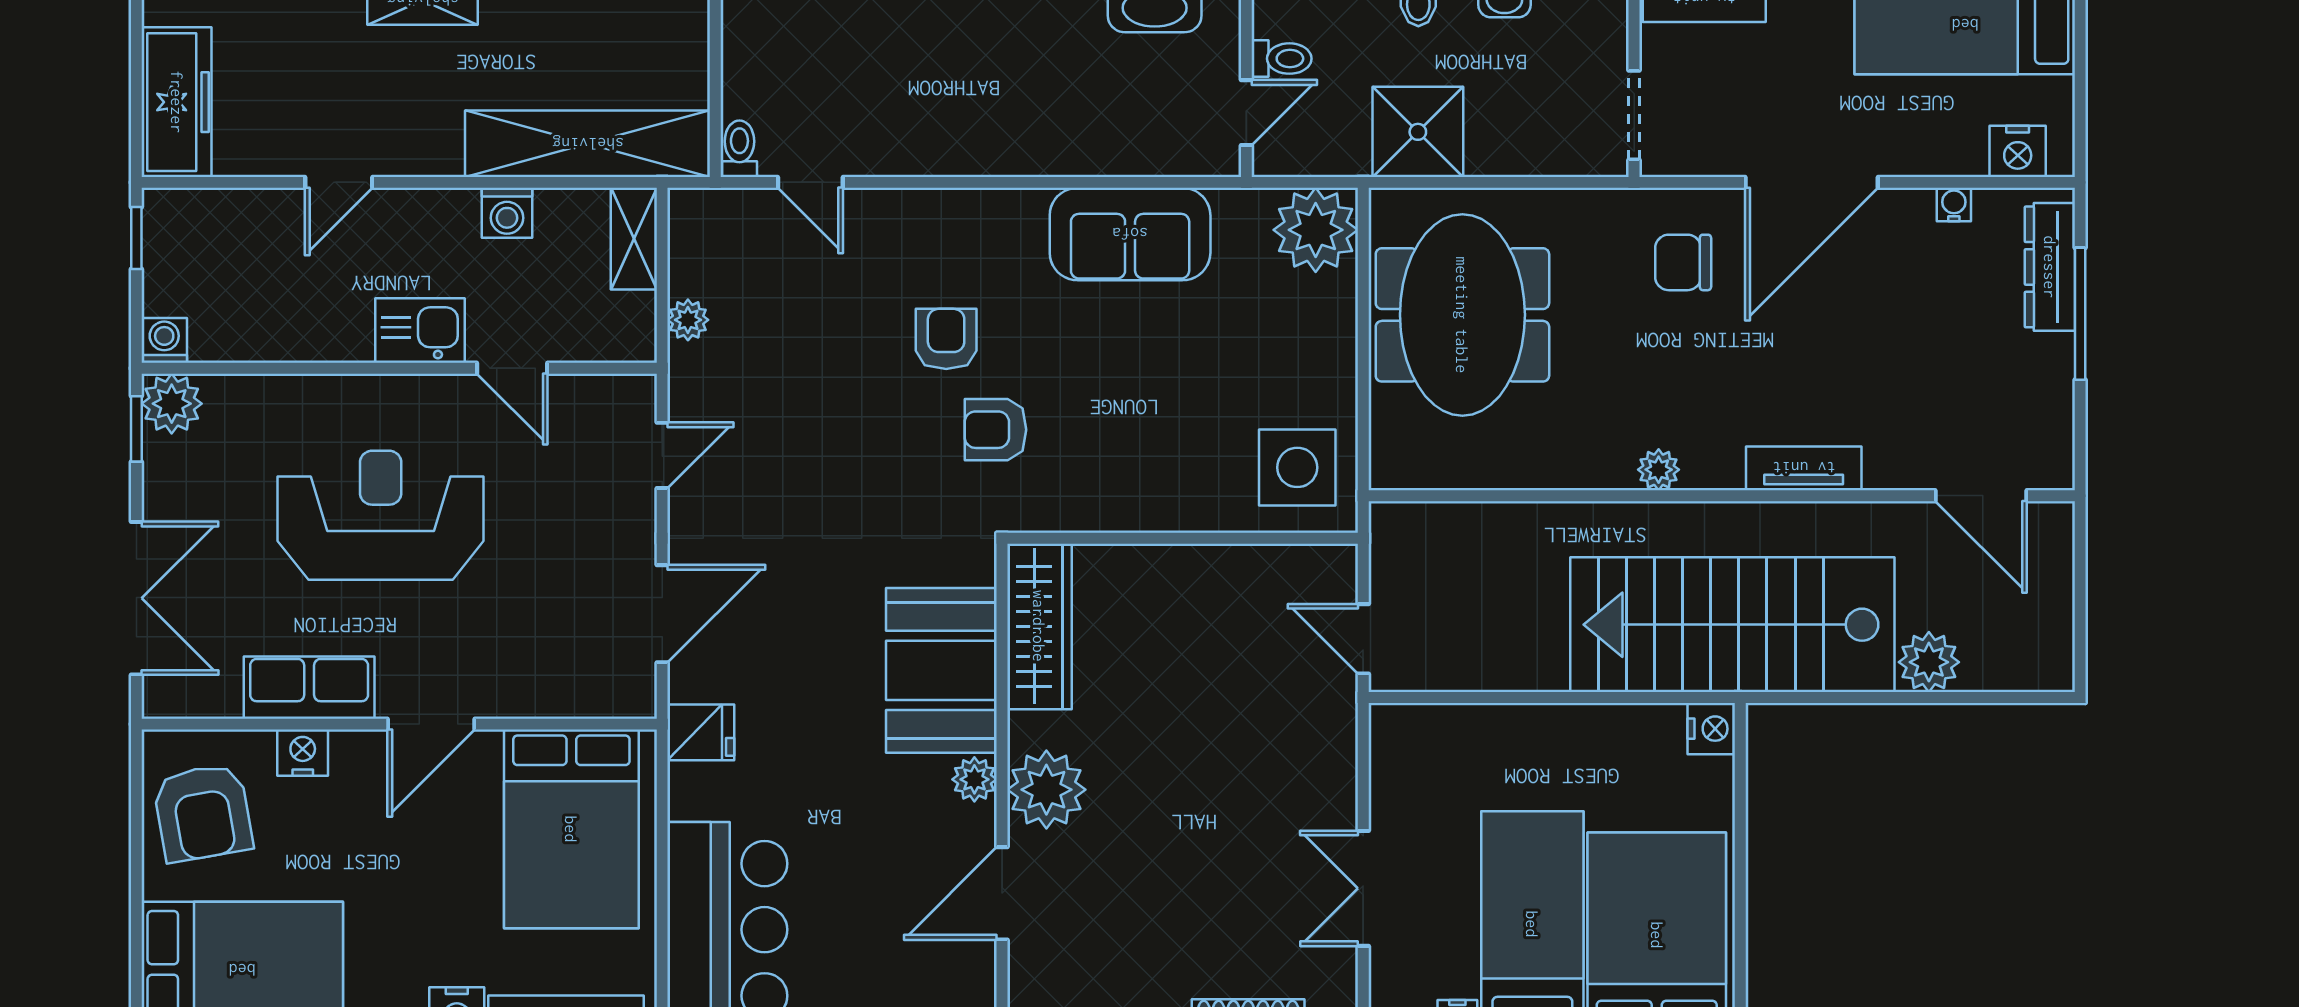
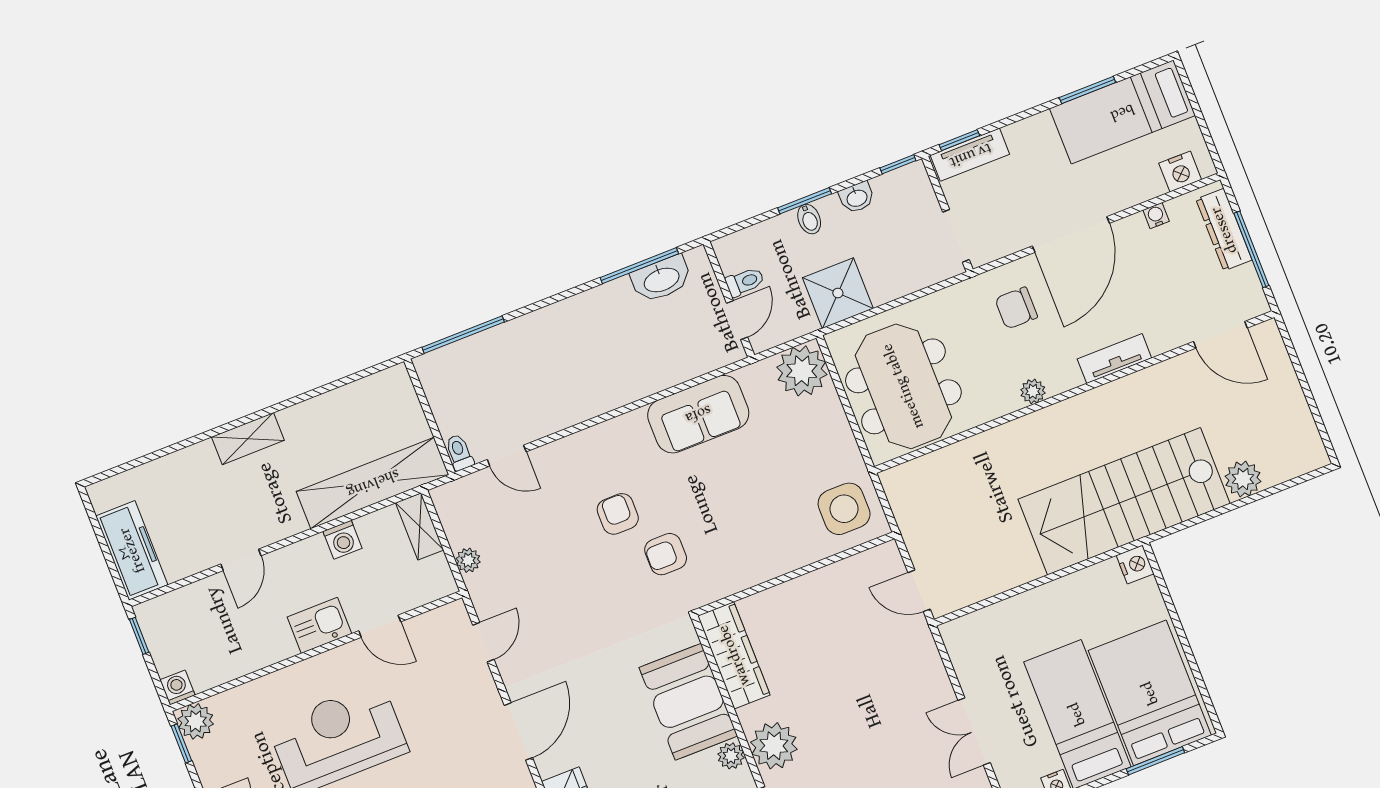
tv unit: (1804, 468) -> (1114, 359), moved
plant: (1659, 470) -> (1033, 391), moved
wall: (1722, 496) -> (1074, 392), moved
door: (1981, 496) -> (1220, 335), moved

